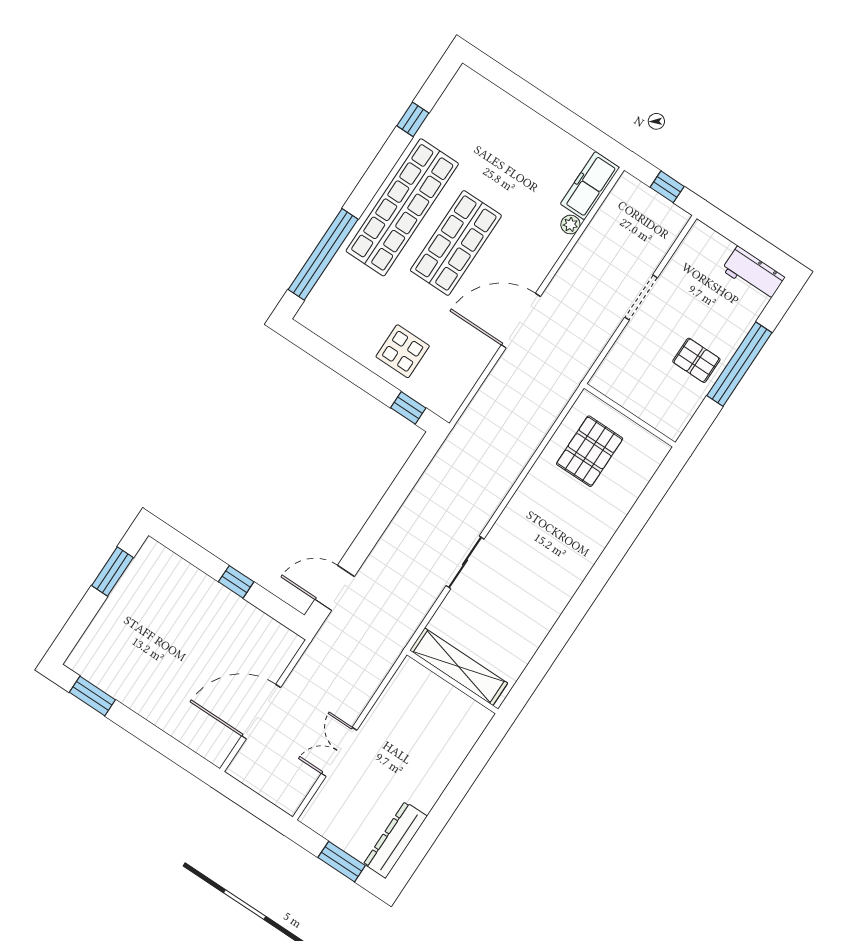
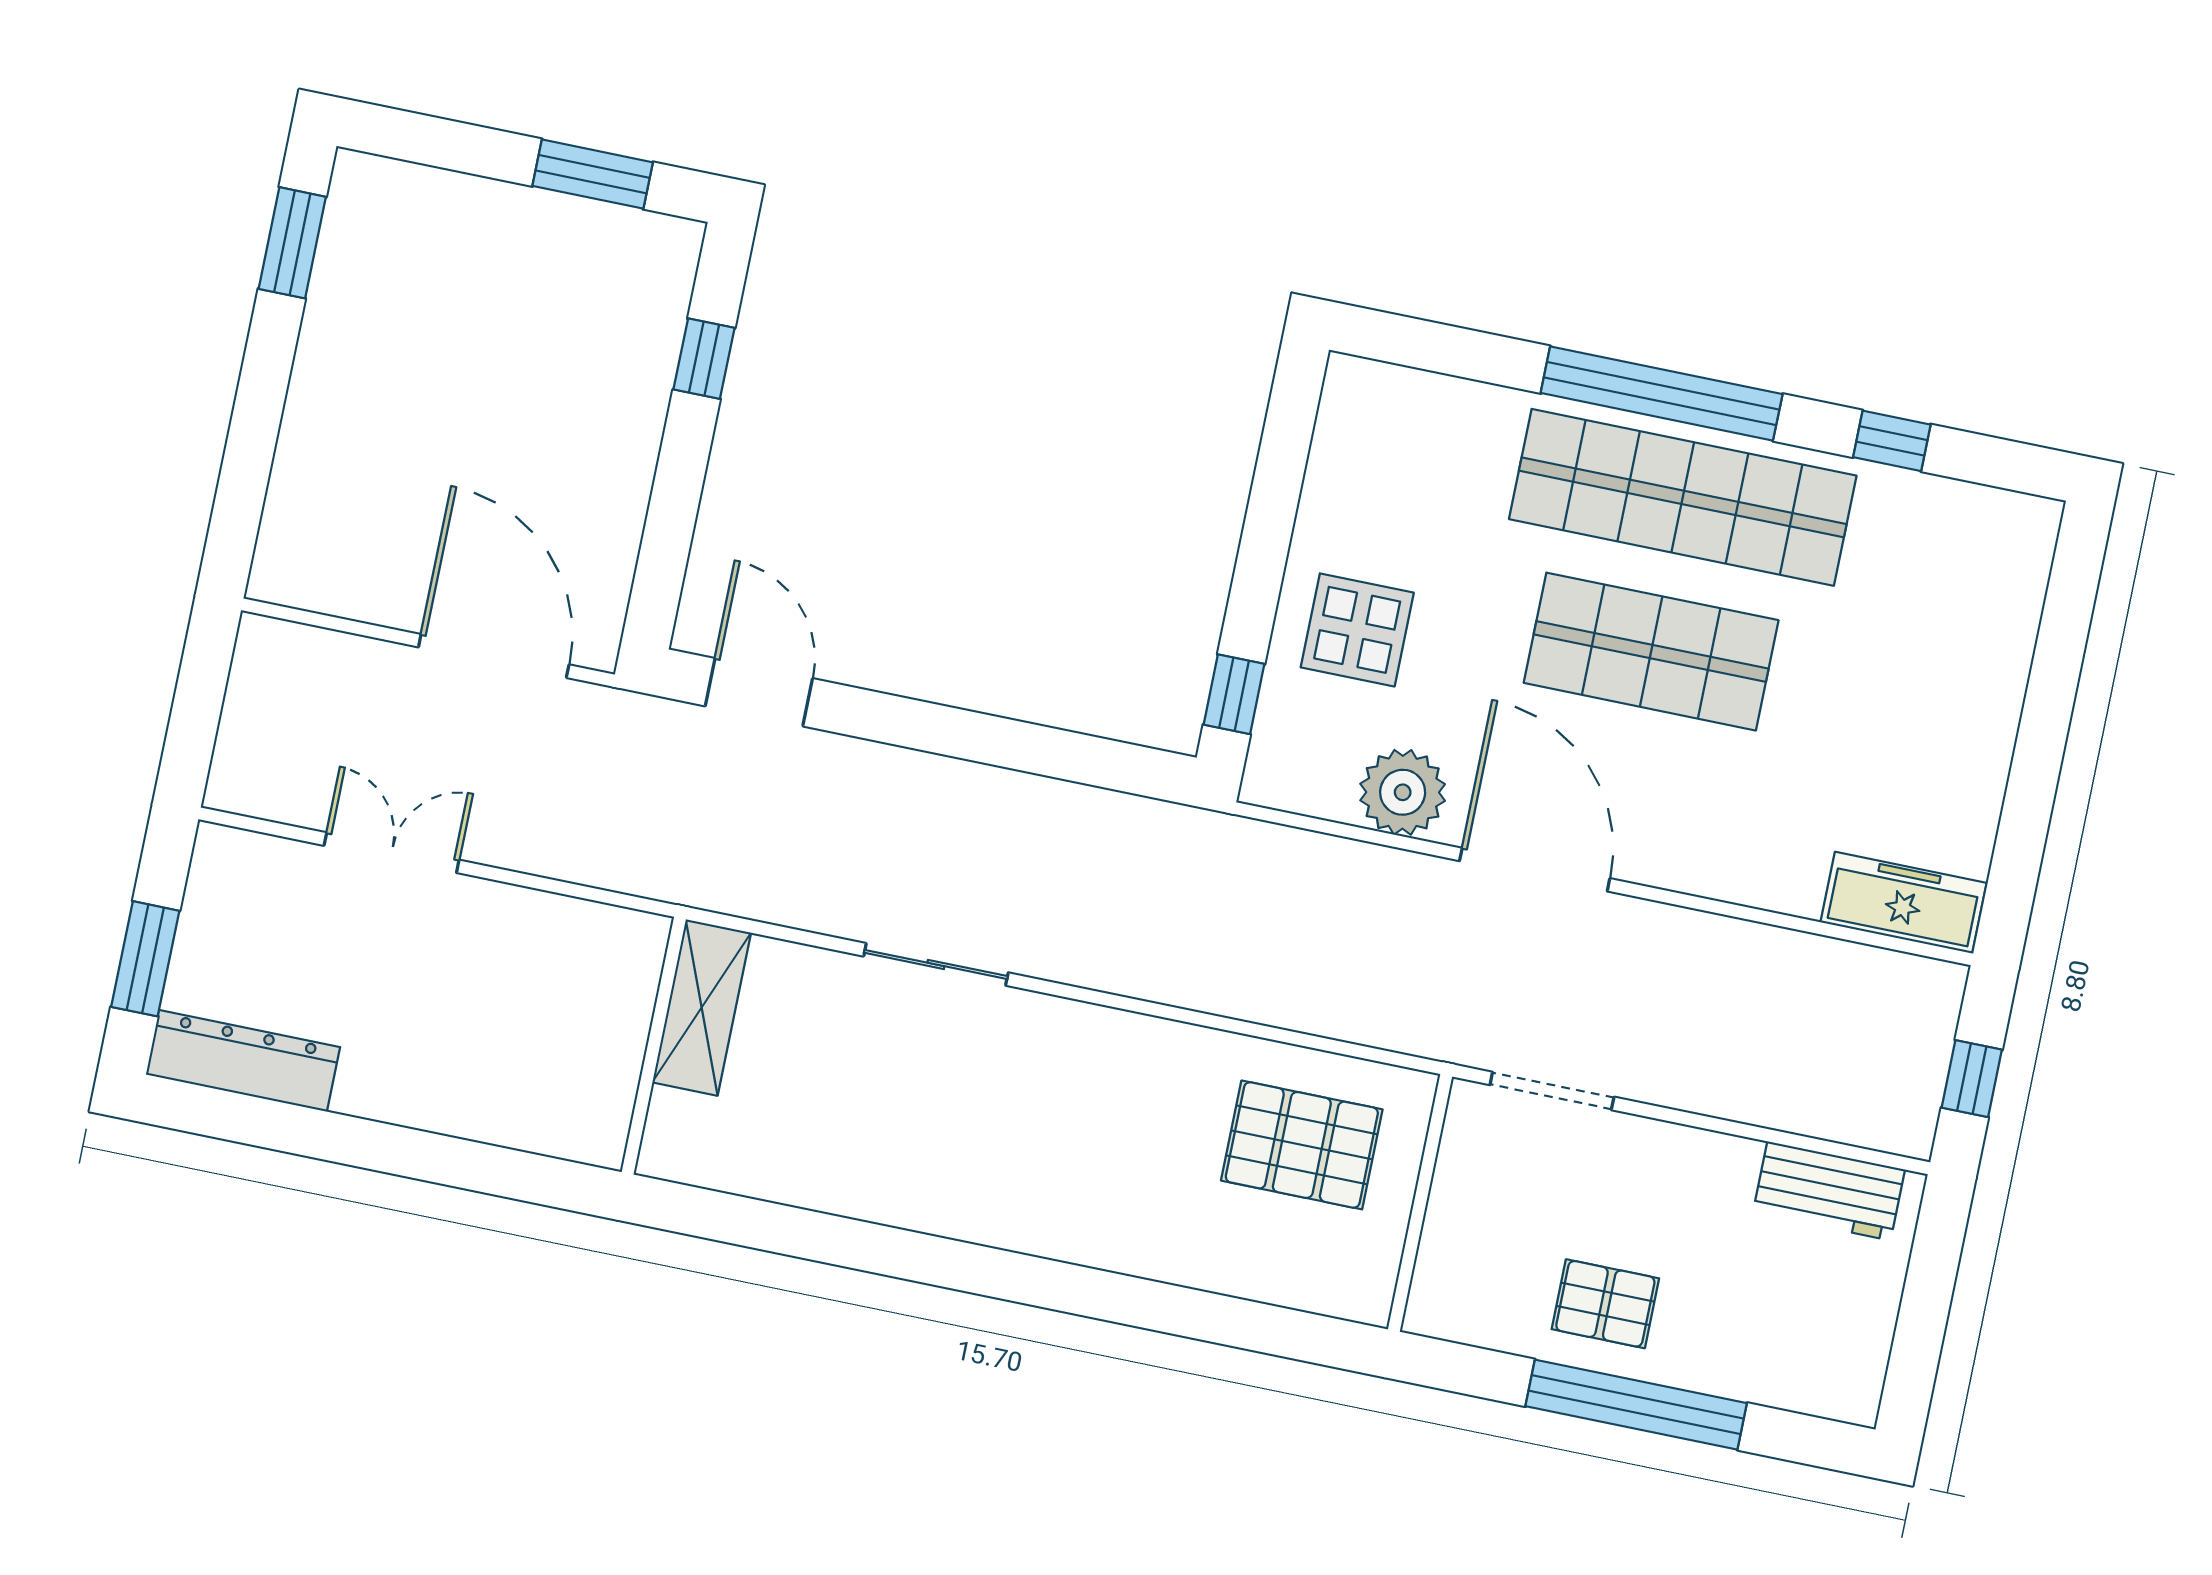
plant: (570, 225) -> (1403, 792), moved, width x1.87, depth x1.87
window: (323, 254) -> (1662, 394), moved
workbench: (753, 274) -> (1829, 1191), moved, turned -90
doorway: (641, 298) -> (1552, 1091), moved
pallet: (696, 360) -> (1605, 1304), turned 90
window: (236, 582) -> (704, 359), moved
shelving: (459, 667) -> (702, 1007), width x0.68
door: (261, 712) -> (494, 656), moved

